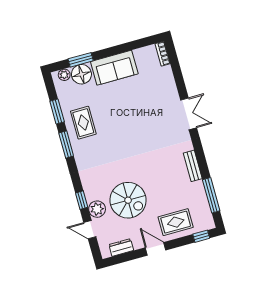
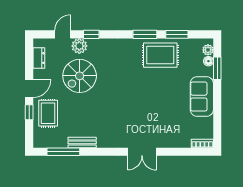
floor lamp: (81, 74) -> (208, 61), width x0.53, depth x0.53
rug: (83, 123) -> (160, 55), width x1.36, depth x1.43
bench: (193, 166) -> (82, 142), moved
window: (201, 236) -> (29, 112), moved

